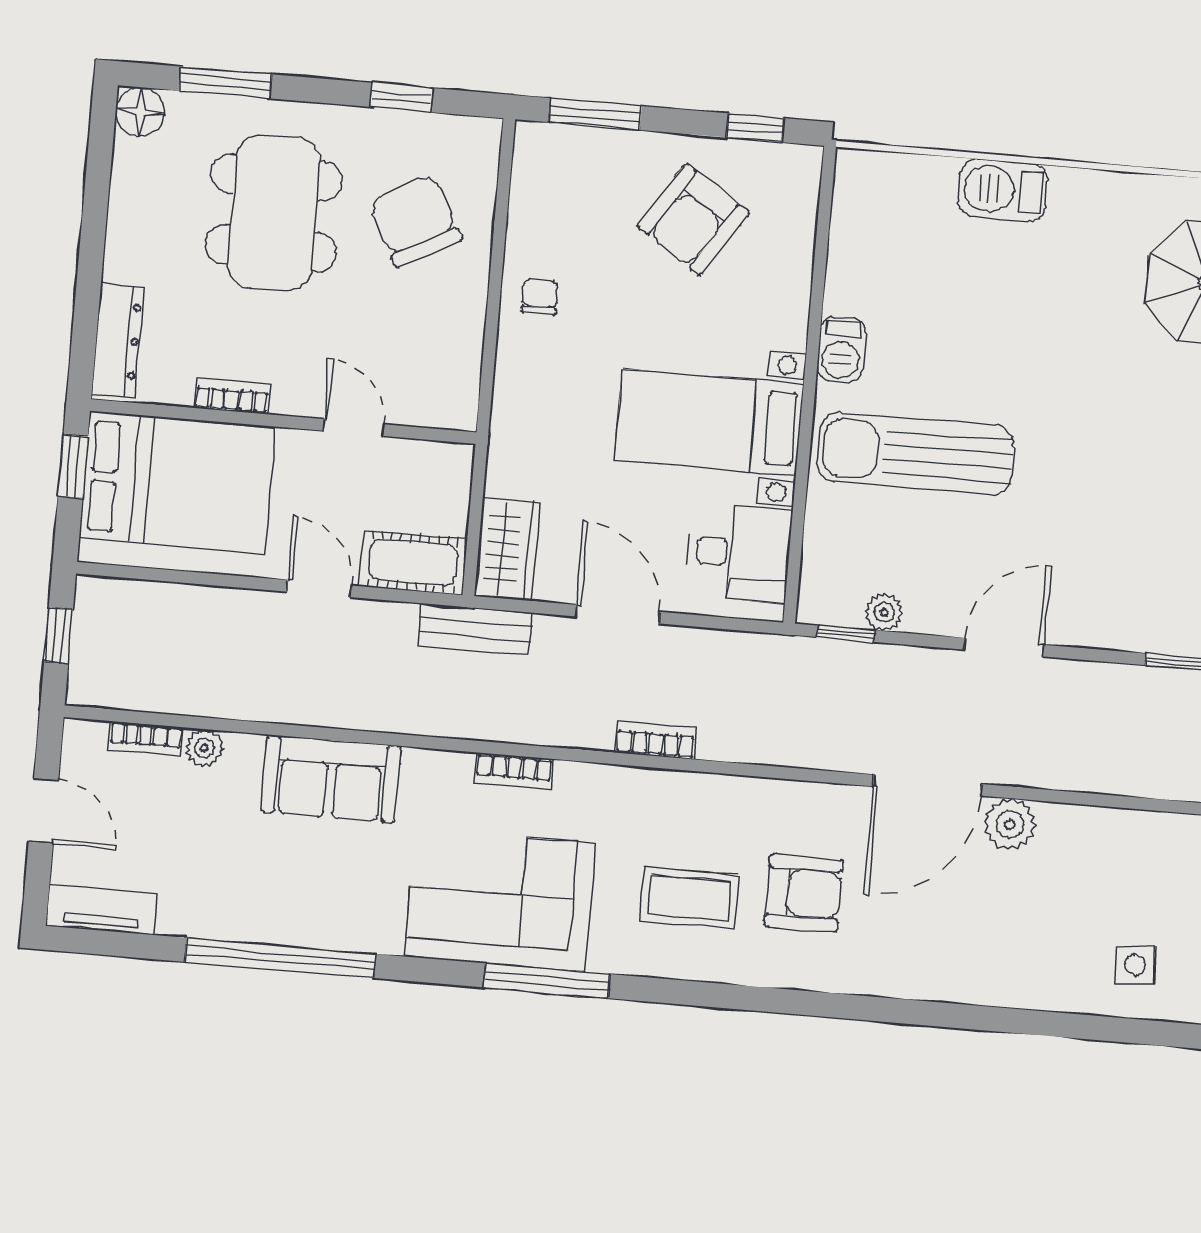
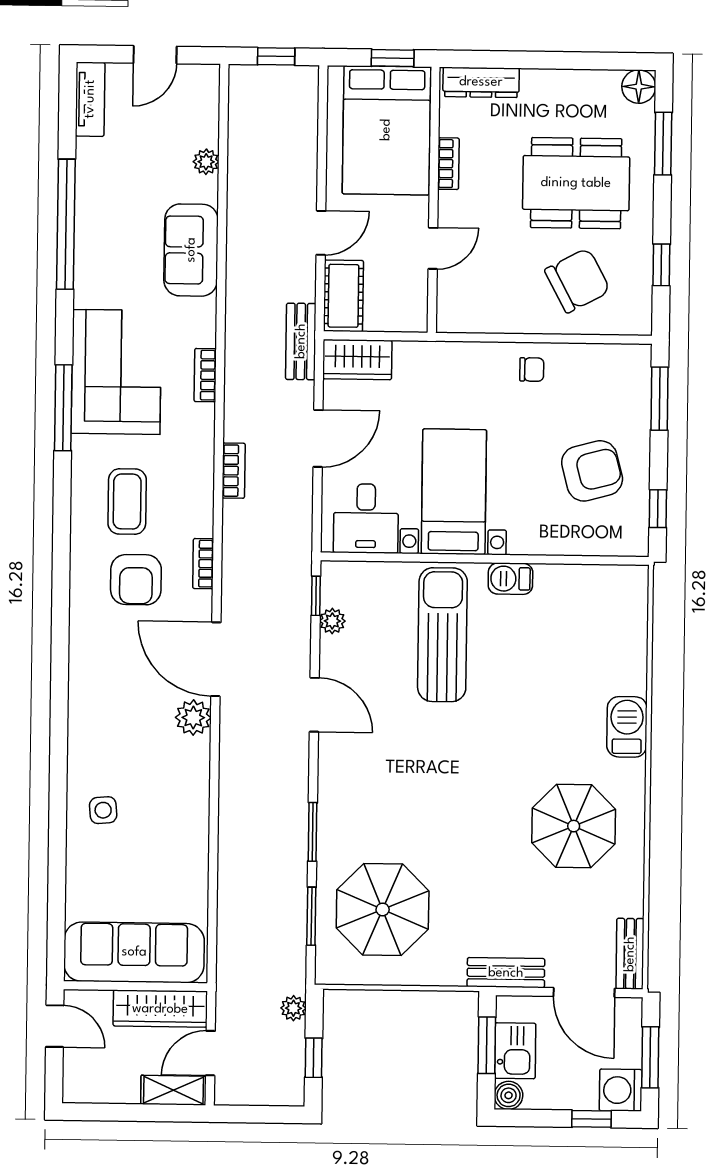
barbecue: (1003, 190) -> (627, 727), moved
armchair: (693, 220) -> (592, 471), turned 132
bookcase: (146, 739) -> (203, 564), moved

